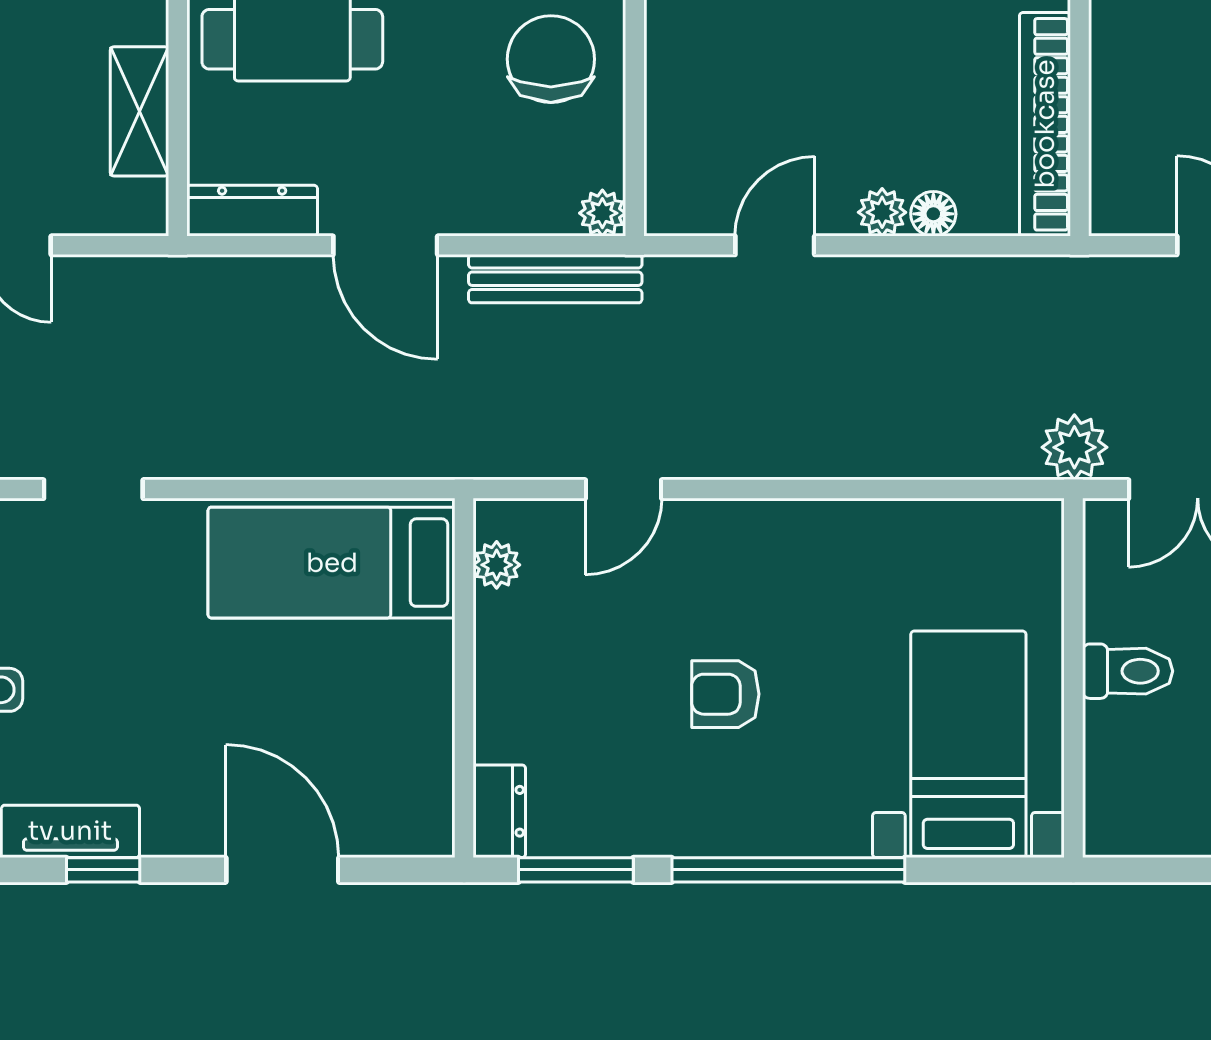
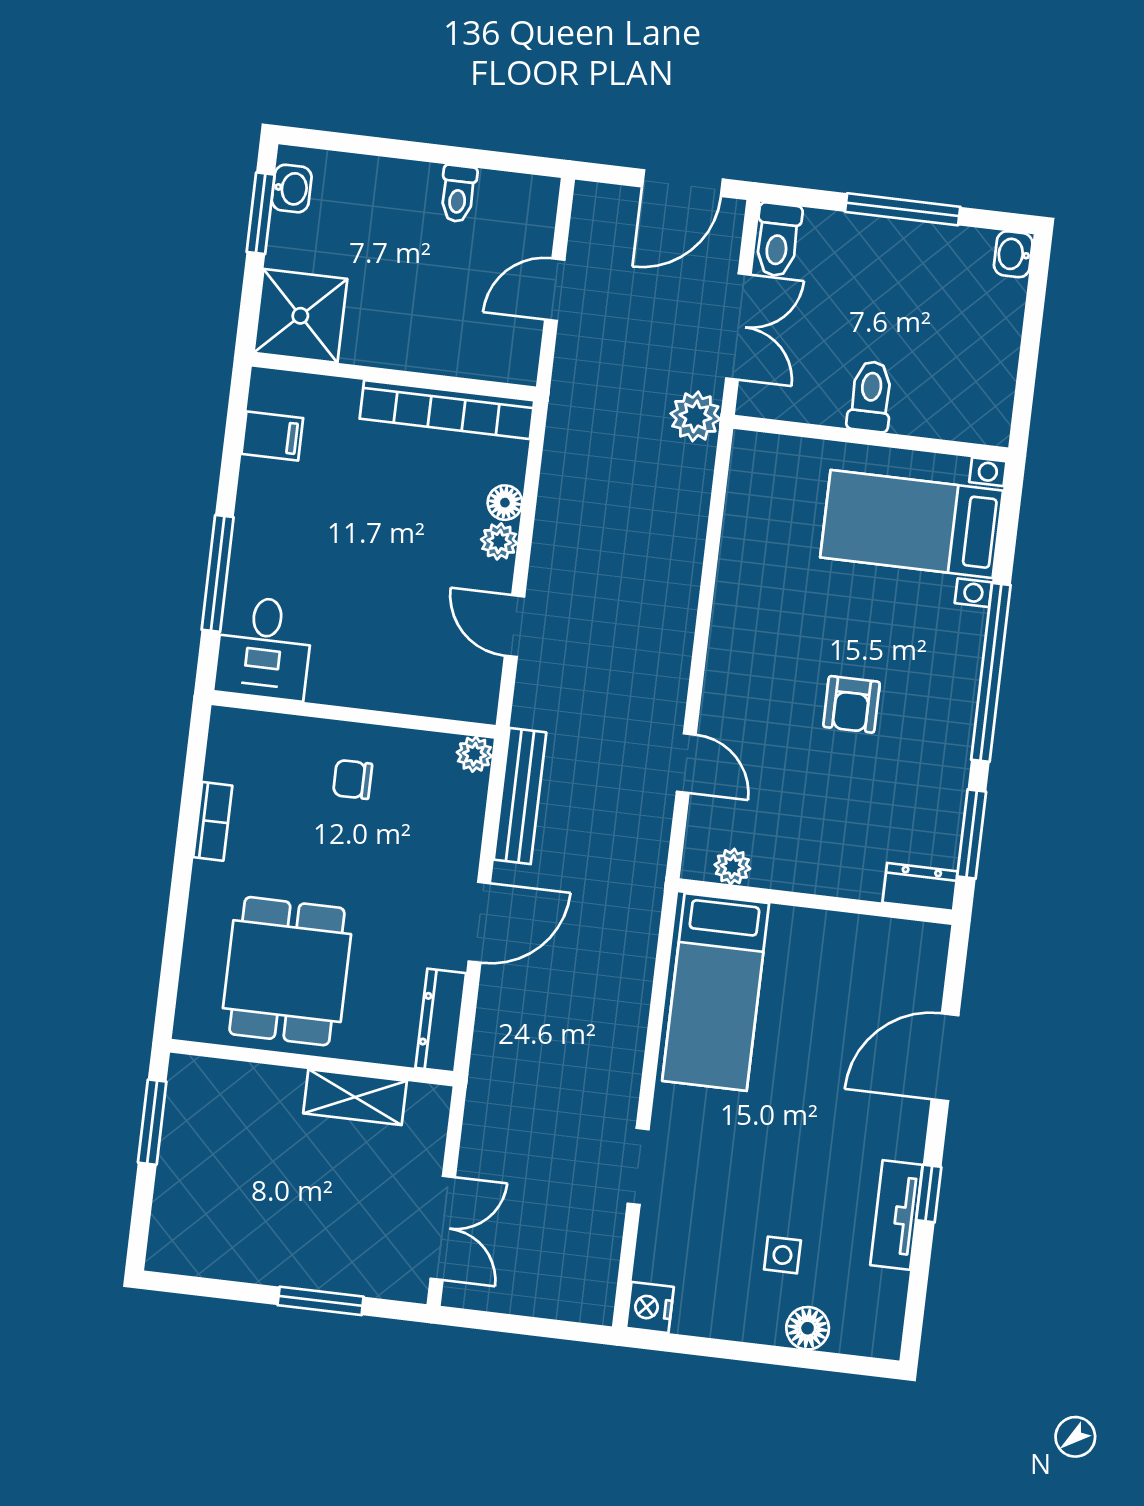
chair: (551, 59) -> (353, 779), width x0.54, depth x0.54

